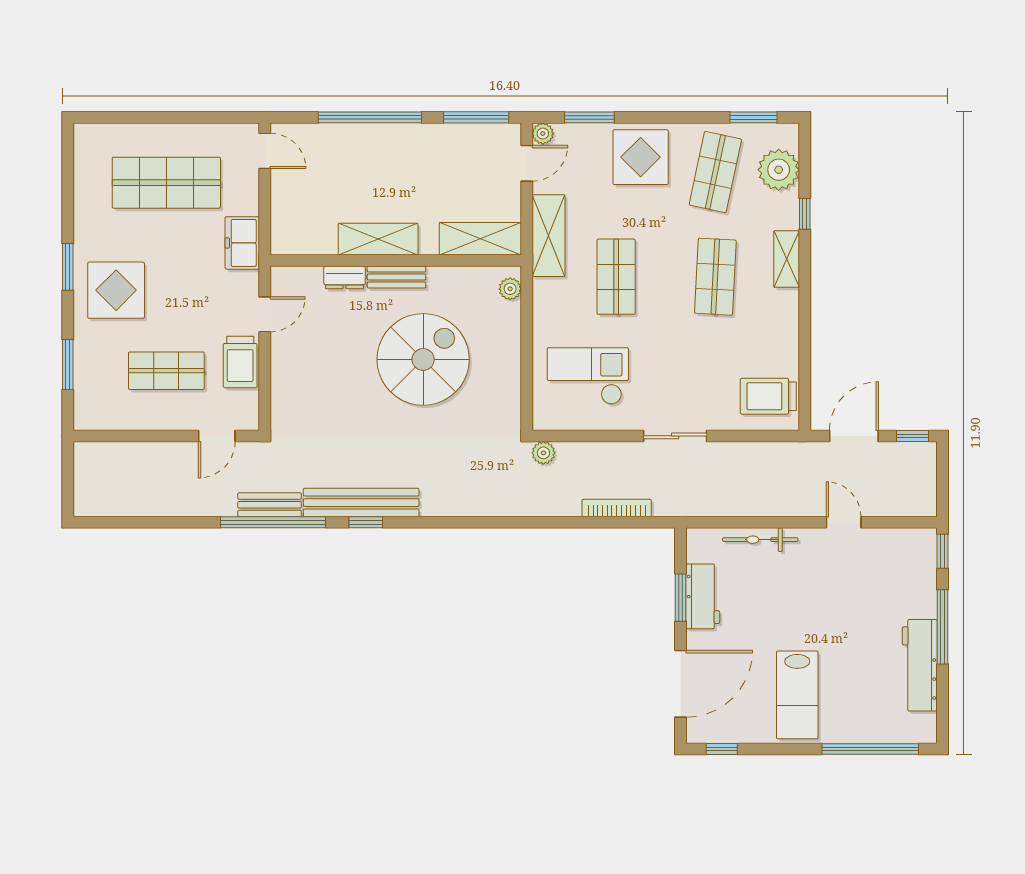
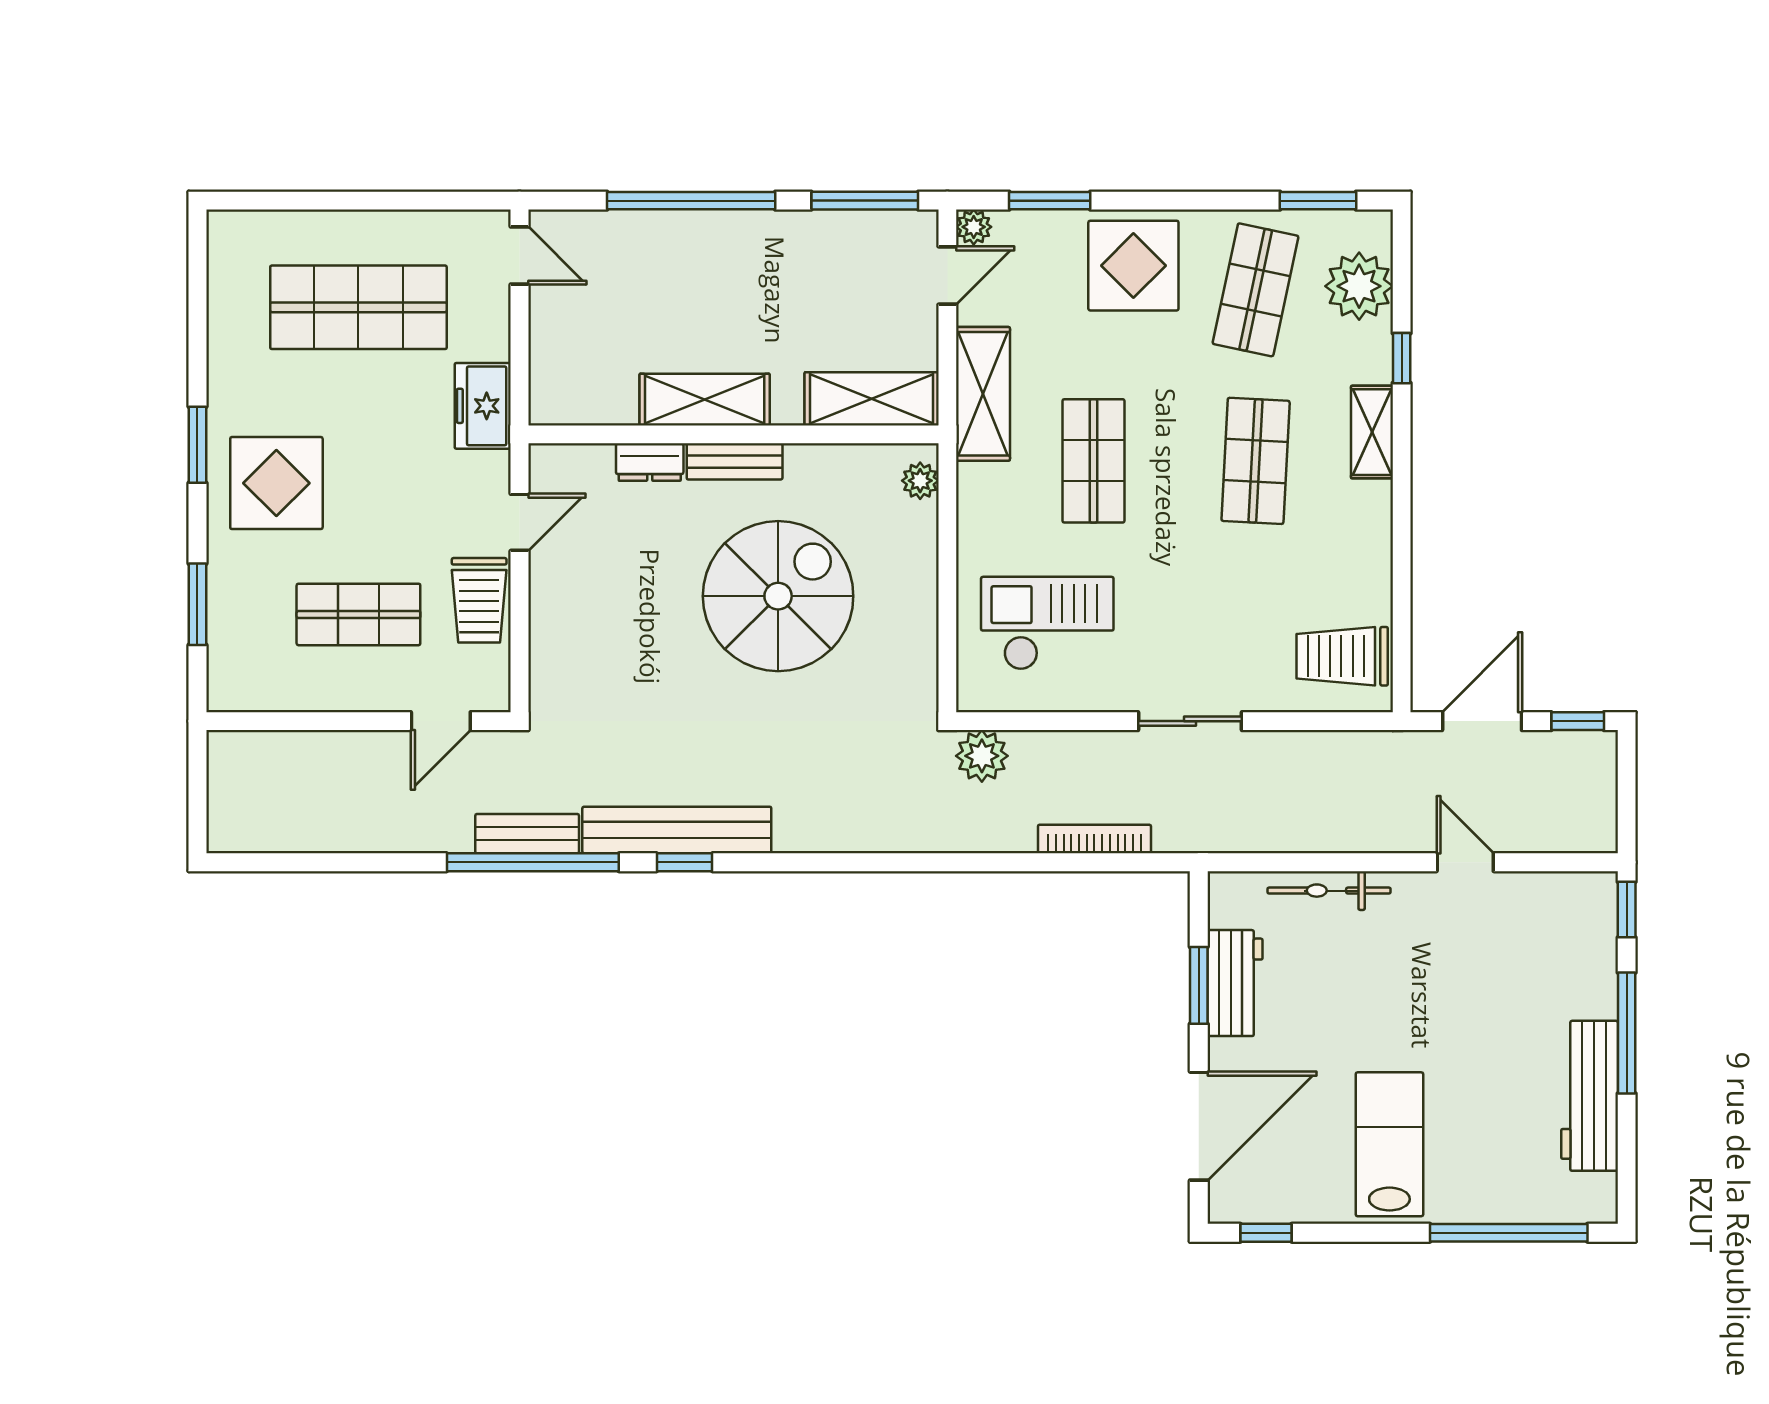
plant: (543, 453) -> (982, 756), width x1.38, depth x1.38
lab bench: (797, 695) -> (1389, 1144), turned 180

